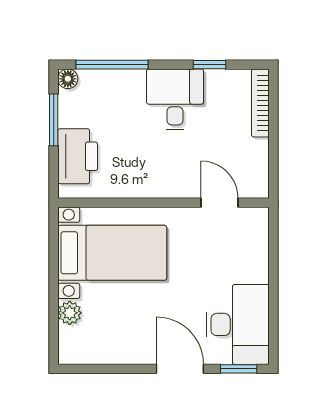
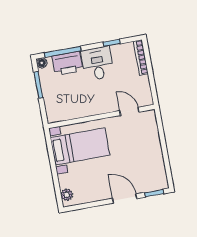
printer: (78, 156) -> (67, 63), moved, turned 90
plant: (70, 313) -> (67, 195), moved
desk: (238, 324) -> (150, 171), removed

